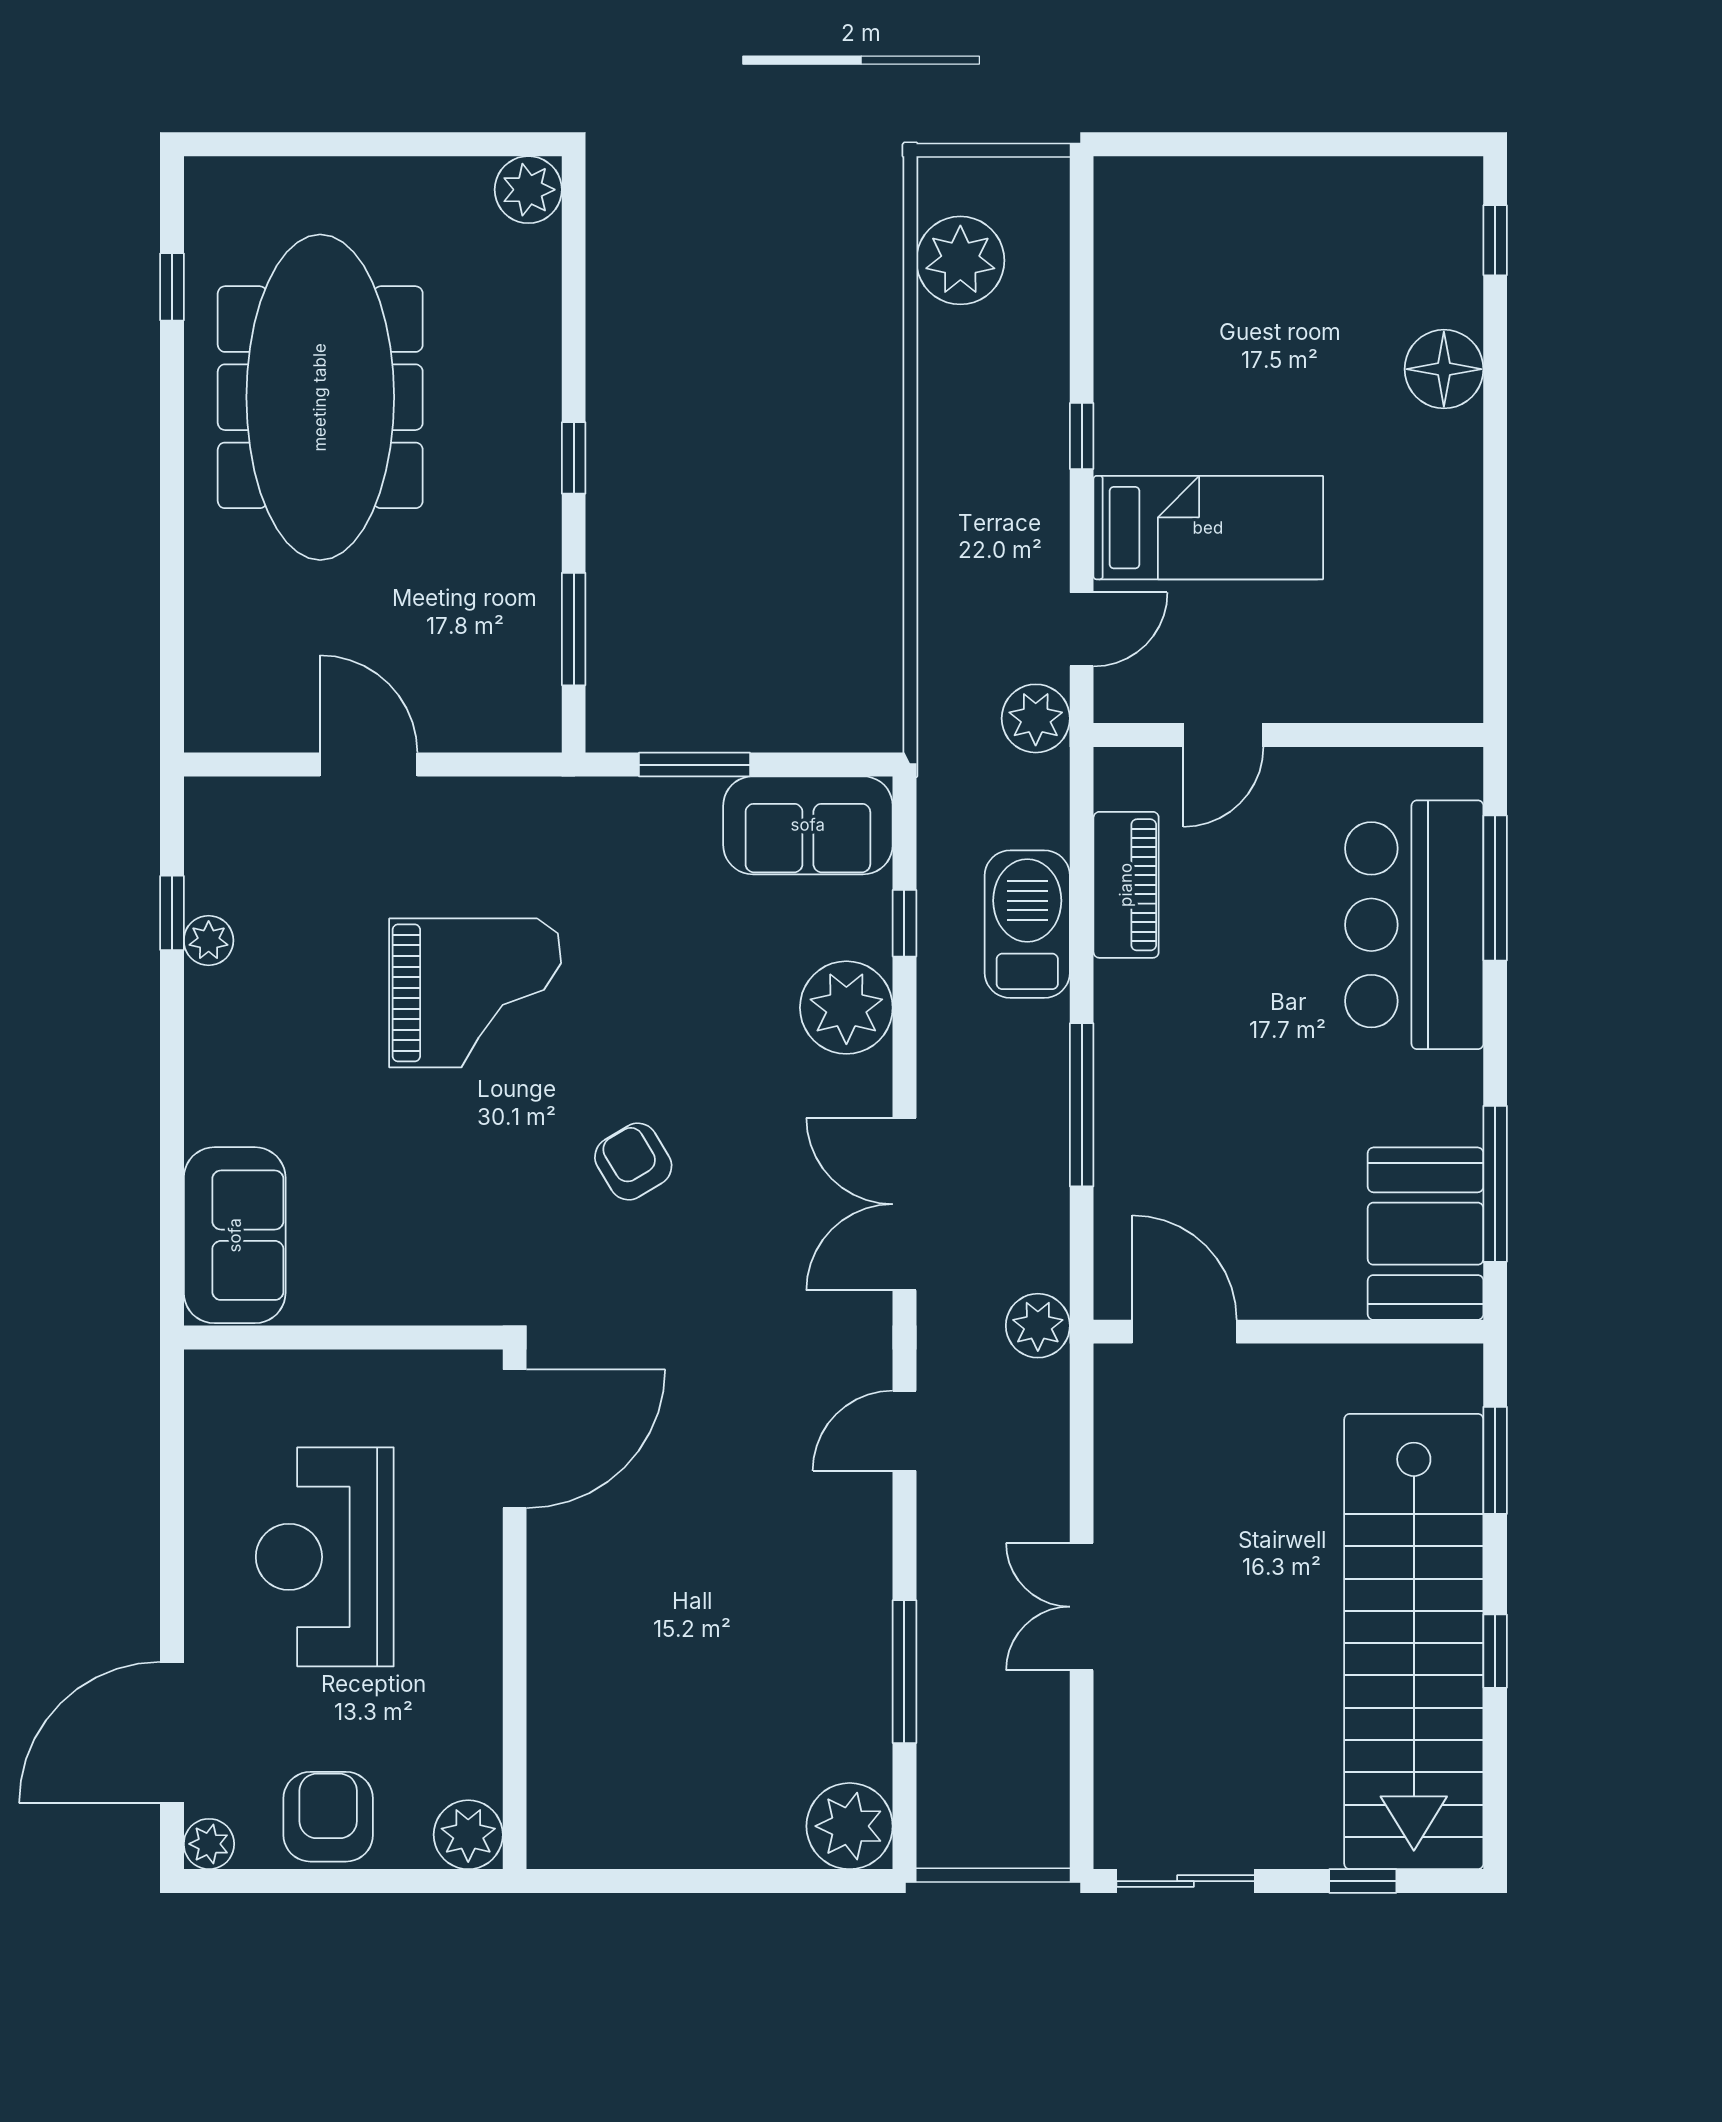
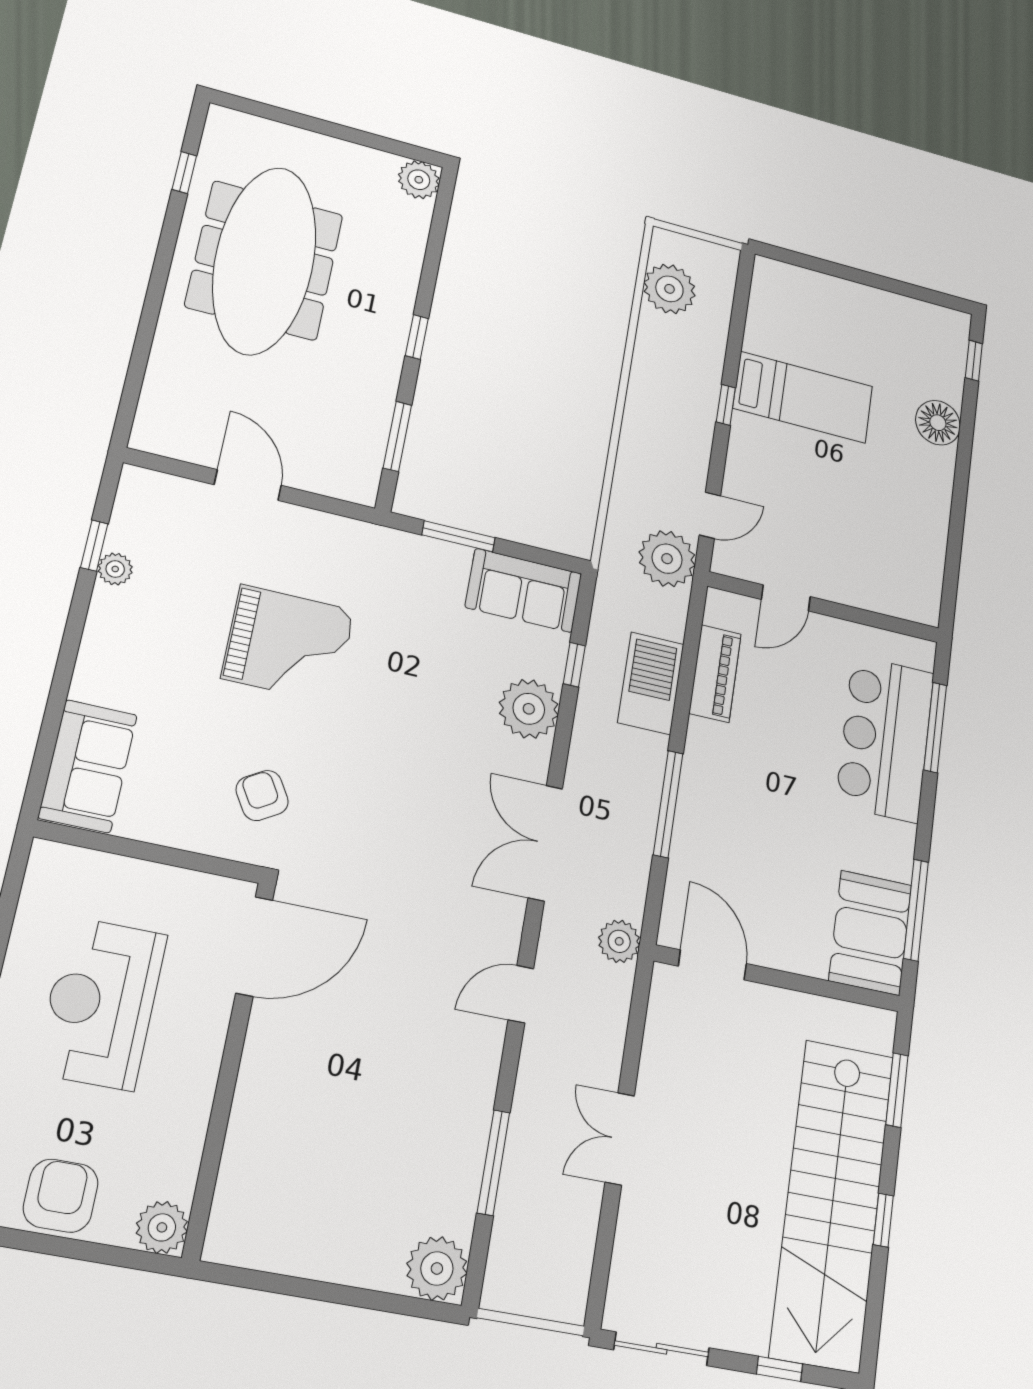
bed: (1208, 528) -> (803, 397), moved
plant: (1036, 718) -> (667, 559), width x1.36, depth x1.36
armchair: (633, 1162) -> (262, 795), moved

